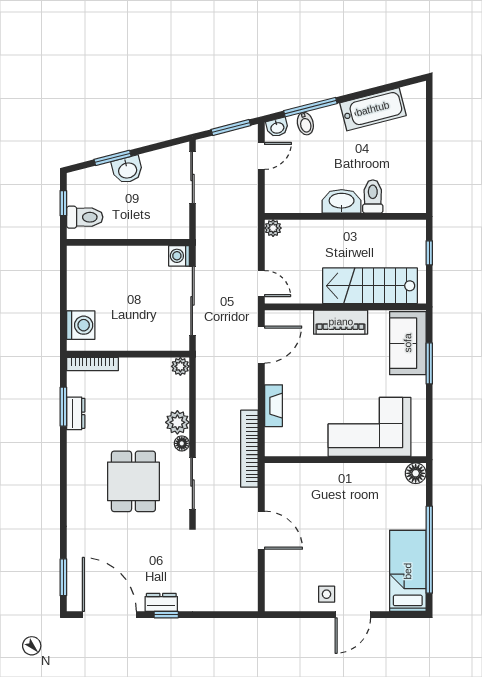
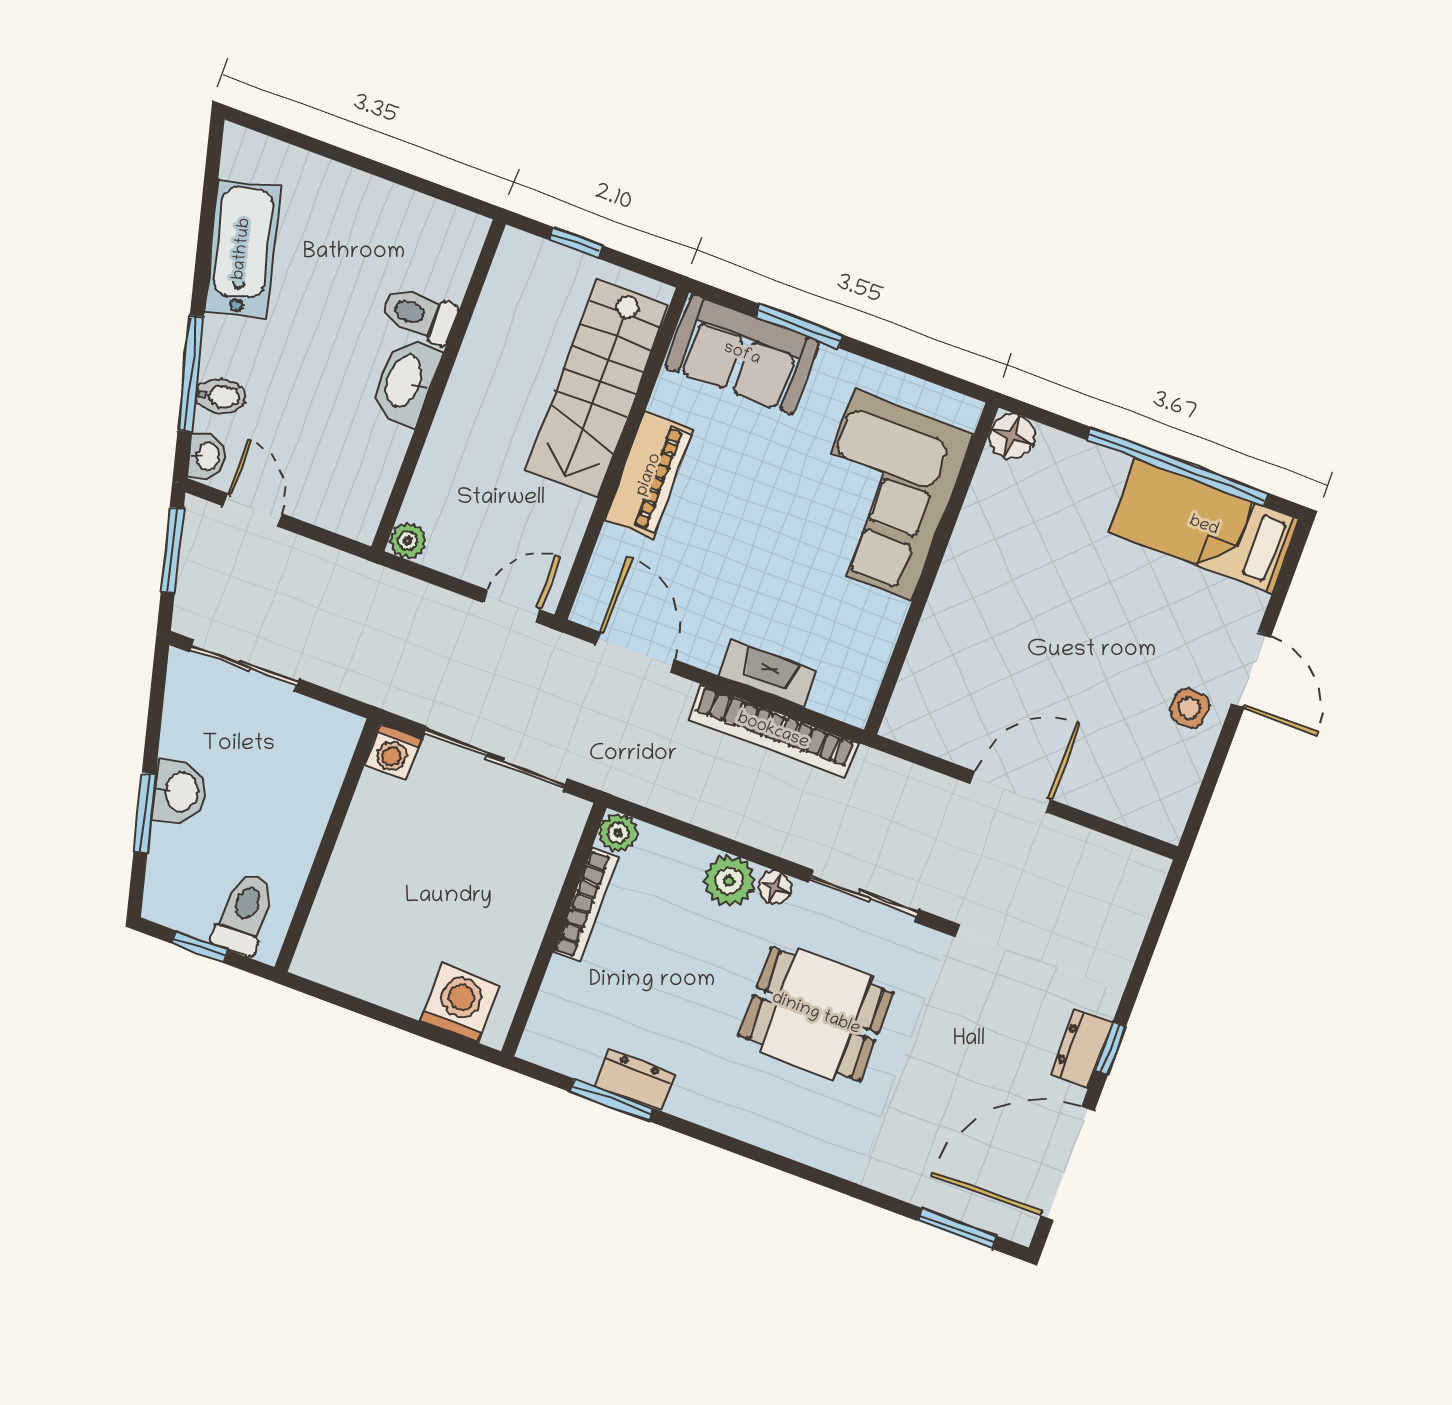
bookcase: (92, 364) -> (586, 905), moved
bookcase: (249, 449) -> (773, 731), moved

